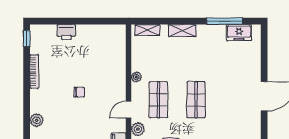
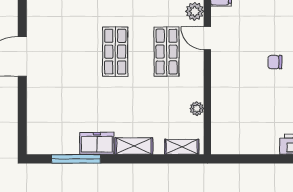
freezer: (239, 33) -> (97, 143), moved
plant: (136, 77) -> (197, 109), moved
door: (129, 110) -> (207, 38), swing flipped

